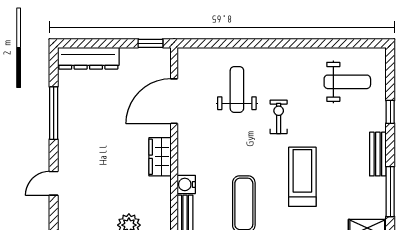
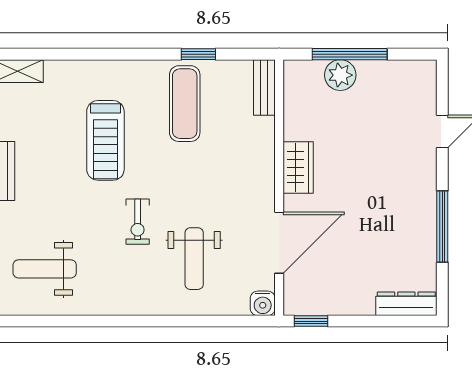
dresser: (88, 58) -> (406, 304), width x0.73, depth x0.80
water cooler: (186, 184) -> (263, 303), moved, turned 90

